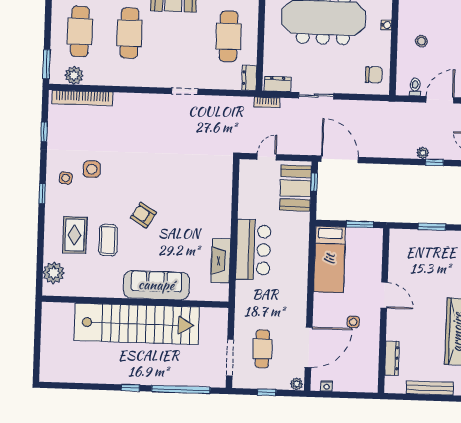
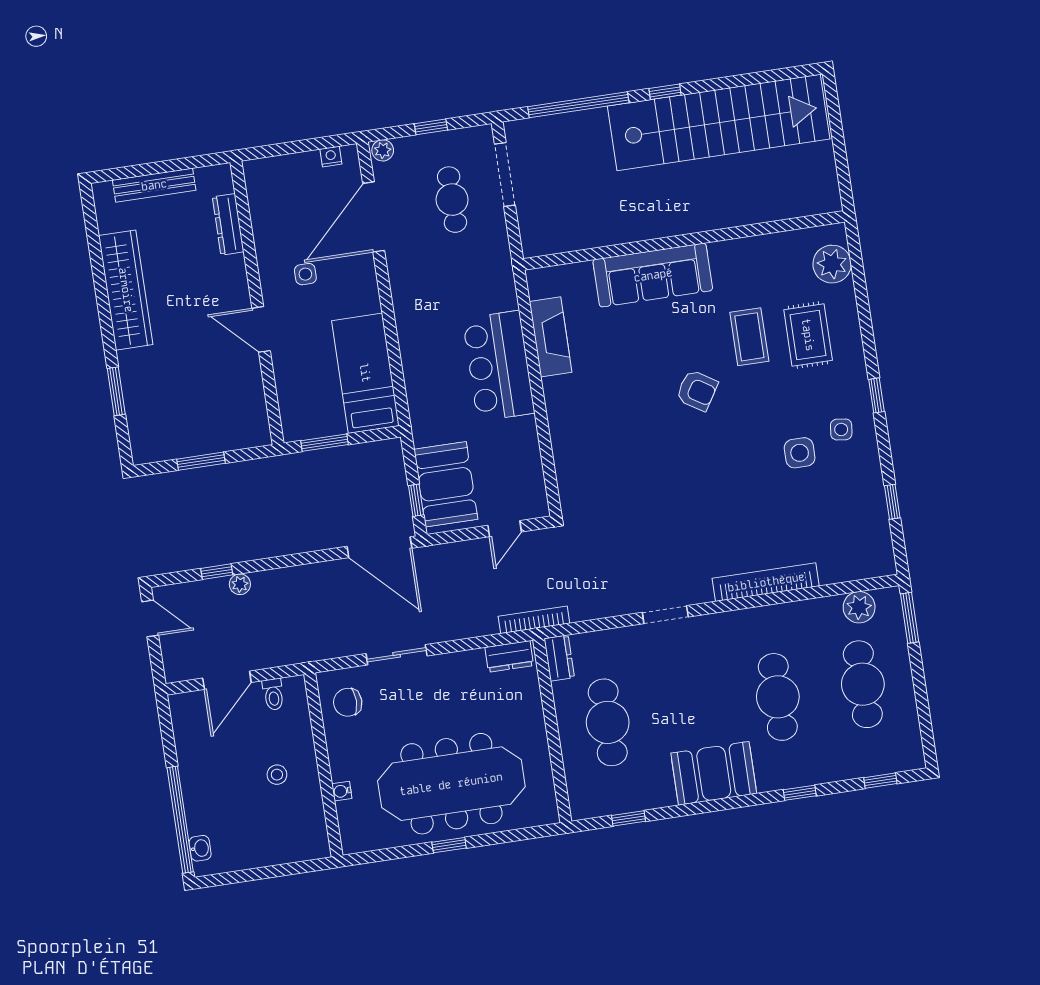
sliding door: (316, 96) -> (397, 655), moved
bookcase: (82, 98) -> (766, 582), moved
bookcase: (267, 102) -> (534, 620), width x1.56
stairs: (137, 324) -> (719, 123), moved, turned 180

